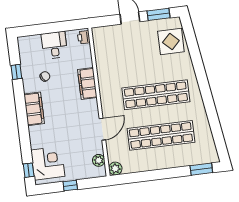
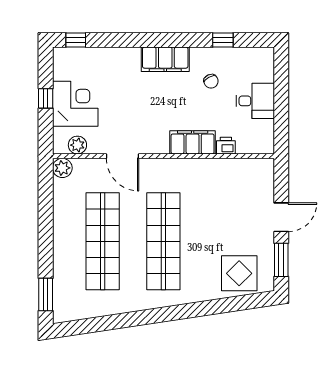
printer: (84, 37) -> (226, 146), moved
corner desk: (48, 163) -> (75, 104), moved, turned -90

